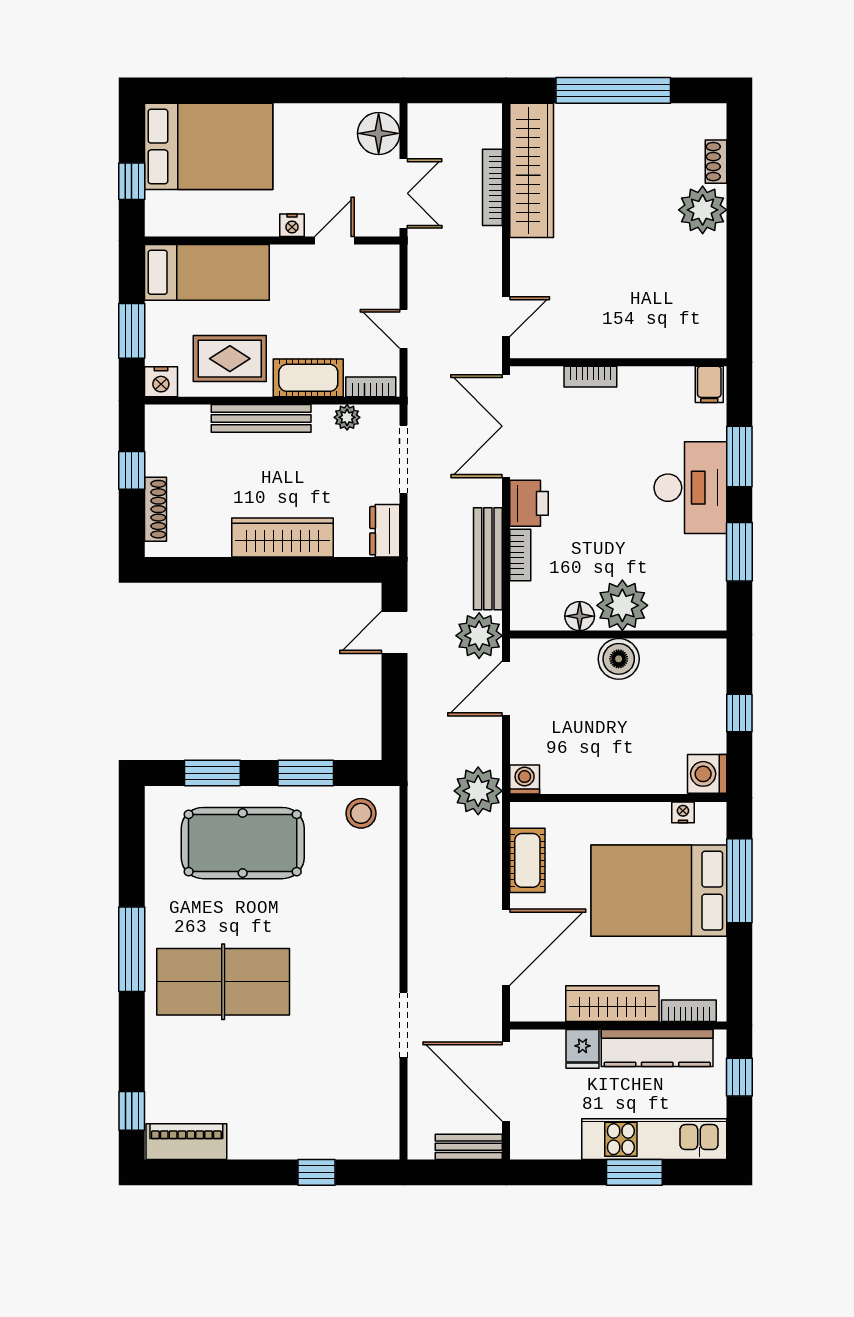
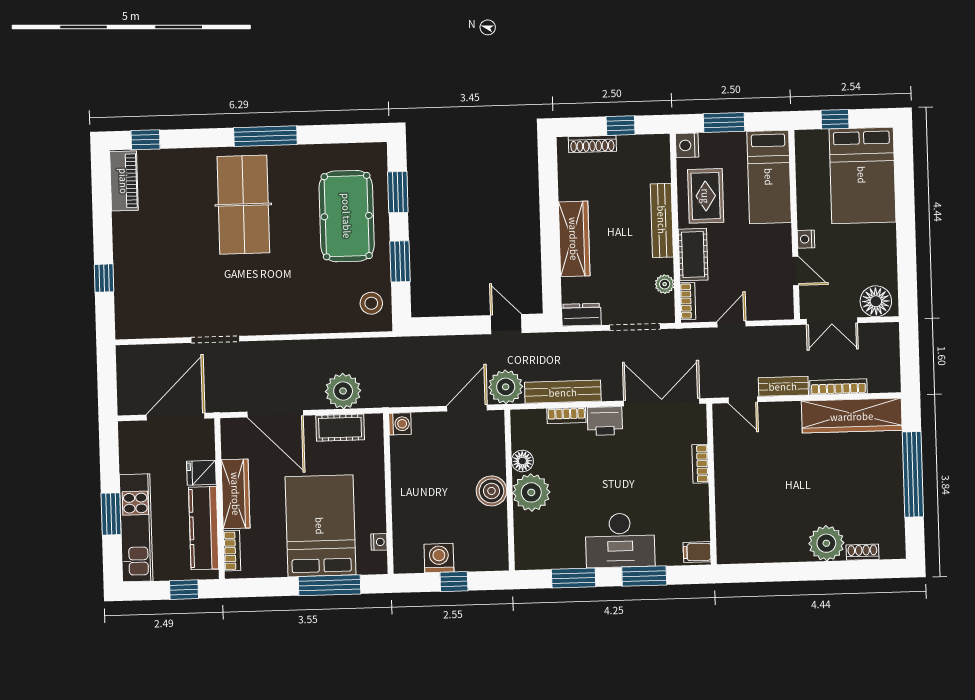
door: (506, 688) -> (467, 408), hinge flipped
washing machine: (707, 774) -> (439, 558), moved
plant: (478, 791) -> (343, 391), moved
bench: (469, 1147) -> (783, 386), moved, turned 90

